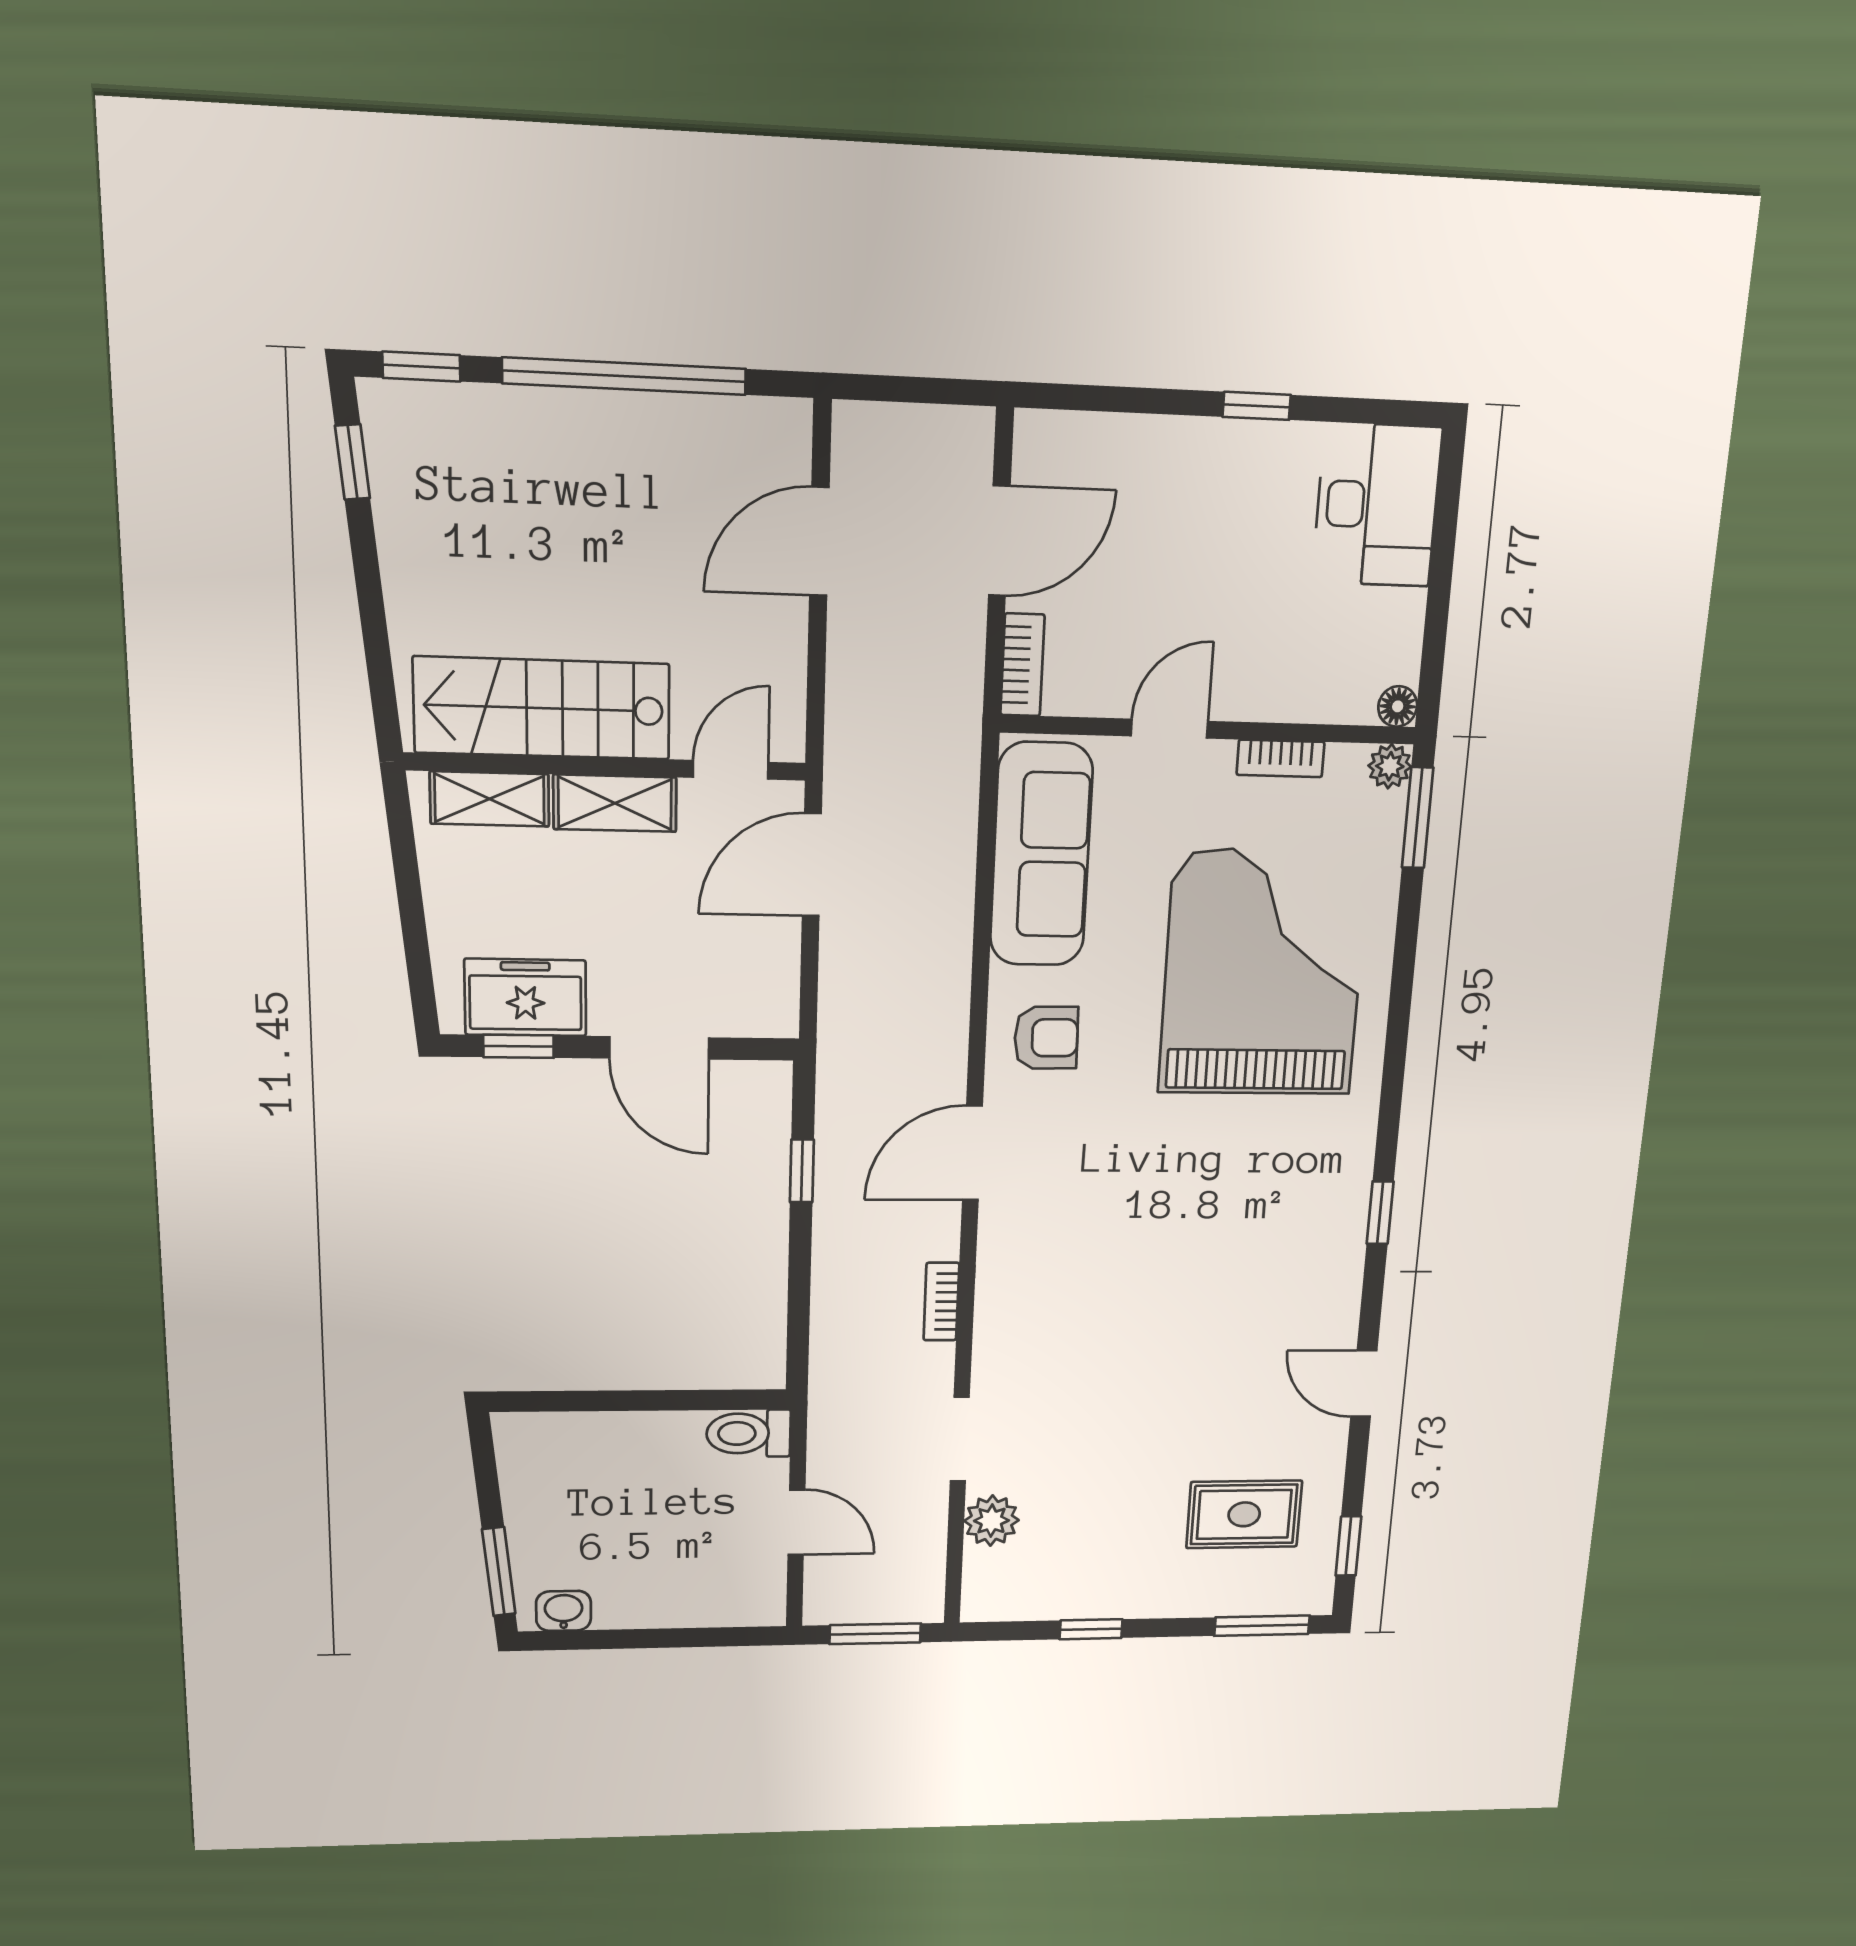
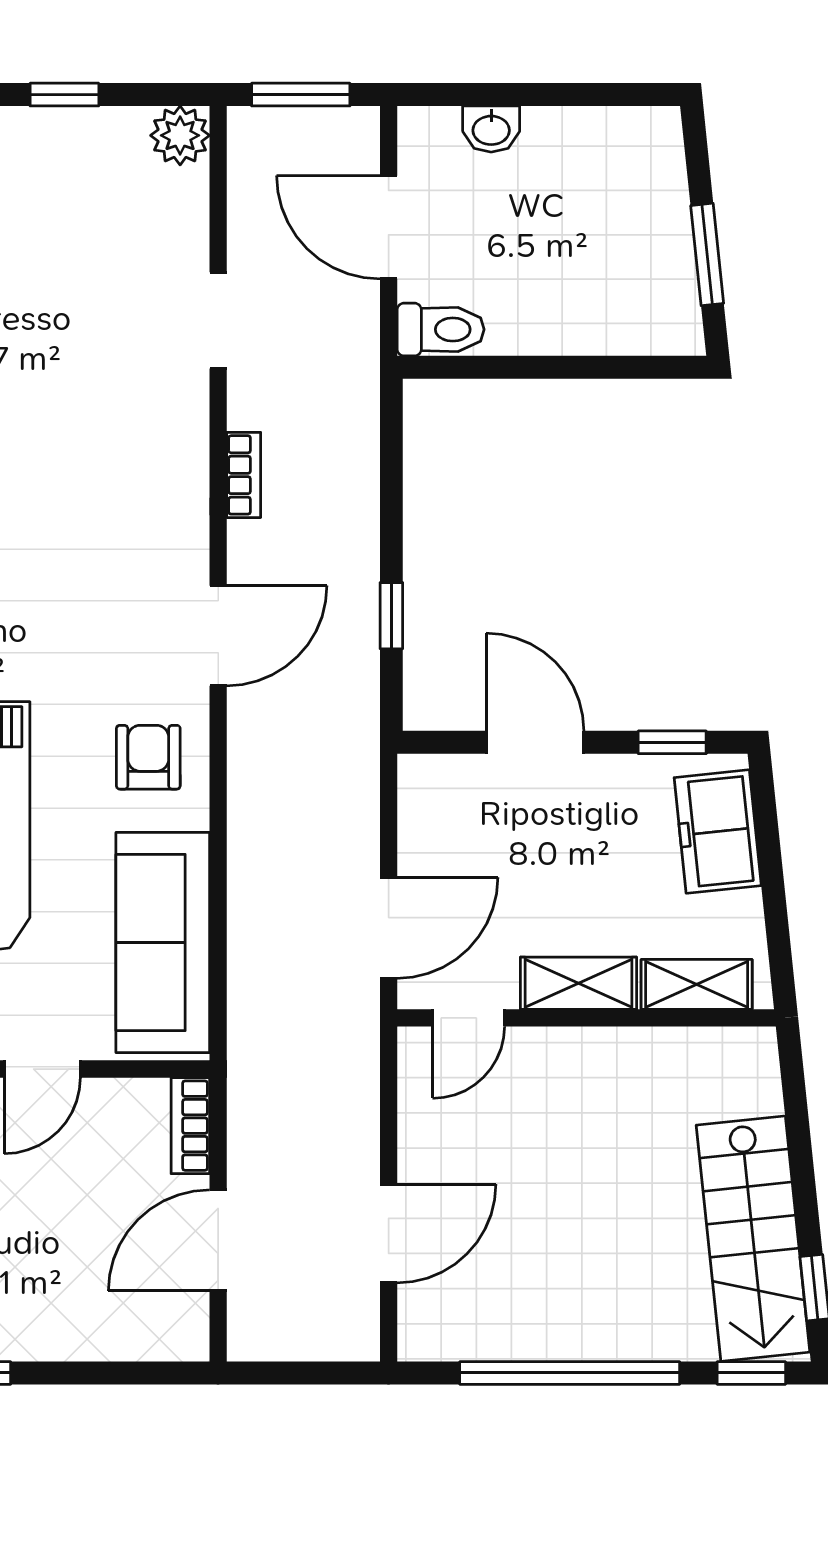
stairs: (542, 708) -> (753, 1239), moved, turned 84
freezer: (525, 997) -> (718, 832), moved, turned 84
armchair: (1046, 1038) -> (148, 757), turned 91
plant: (991, 1521) -> (180, 135), moved
door: (796, 1522) -> (389, 227), width x1.38
window: (499, 1572) -> (707, 254), moved
washbasin: (564, 1611) -> (491, 129), moved

